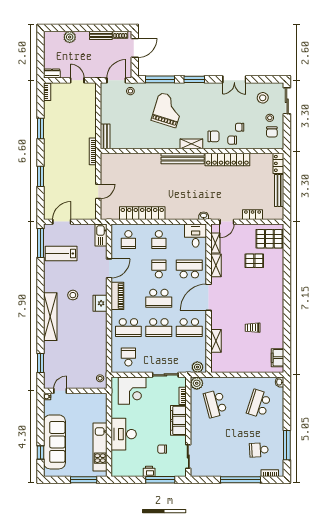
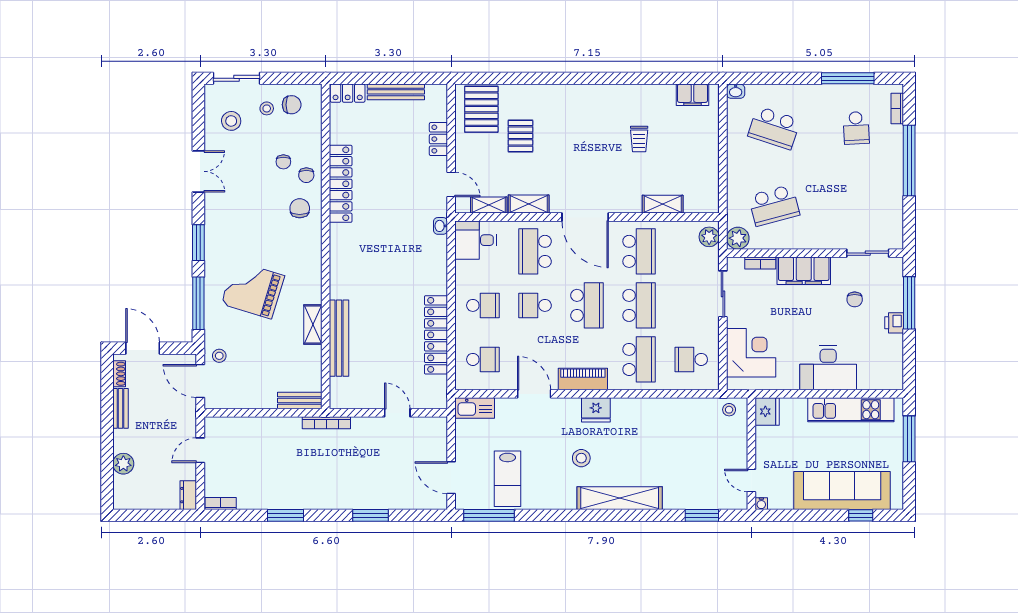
shelving: (191, 144) -> (313, 324), moved
bench: (183, 159) -> (339, 338), moved
fridge: (99, 400) -> (767, 411), added

